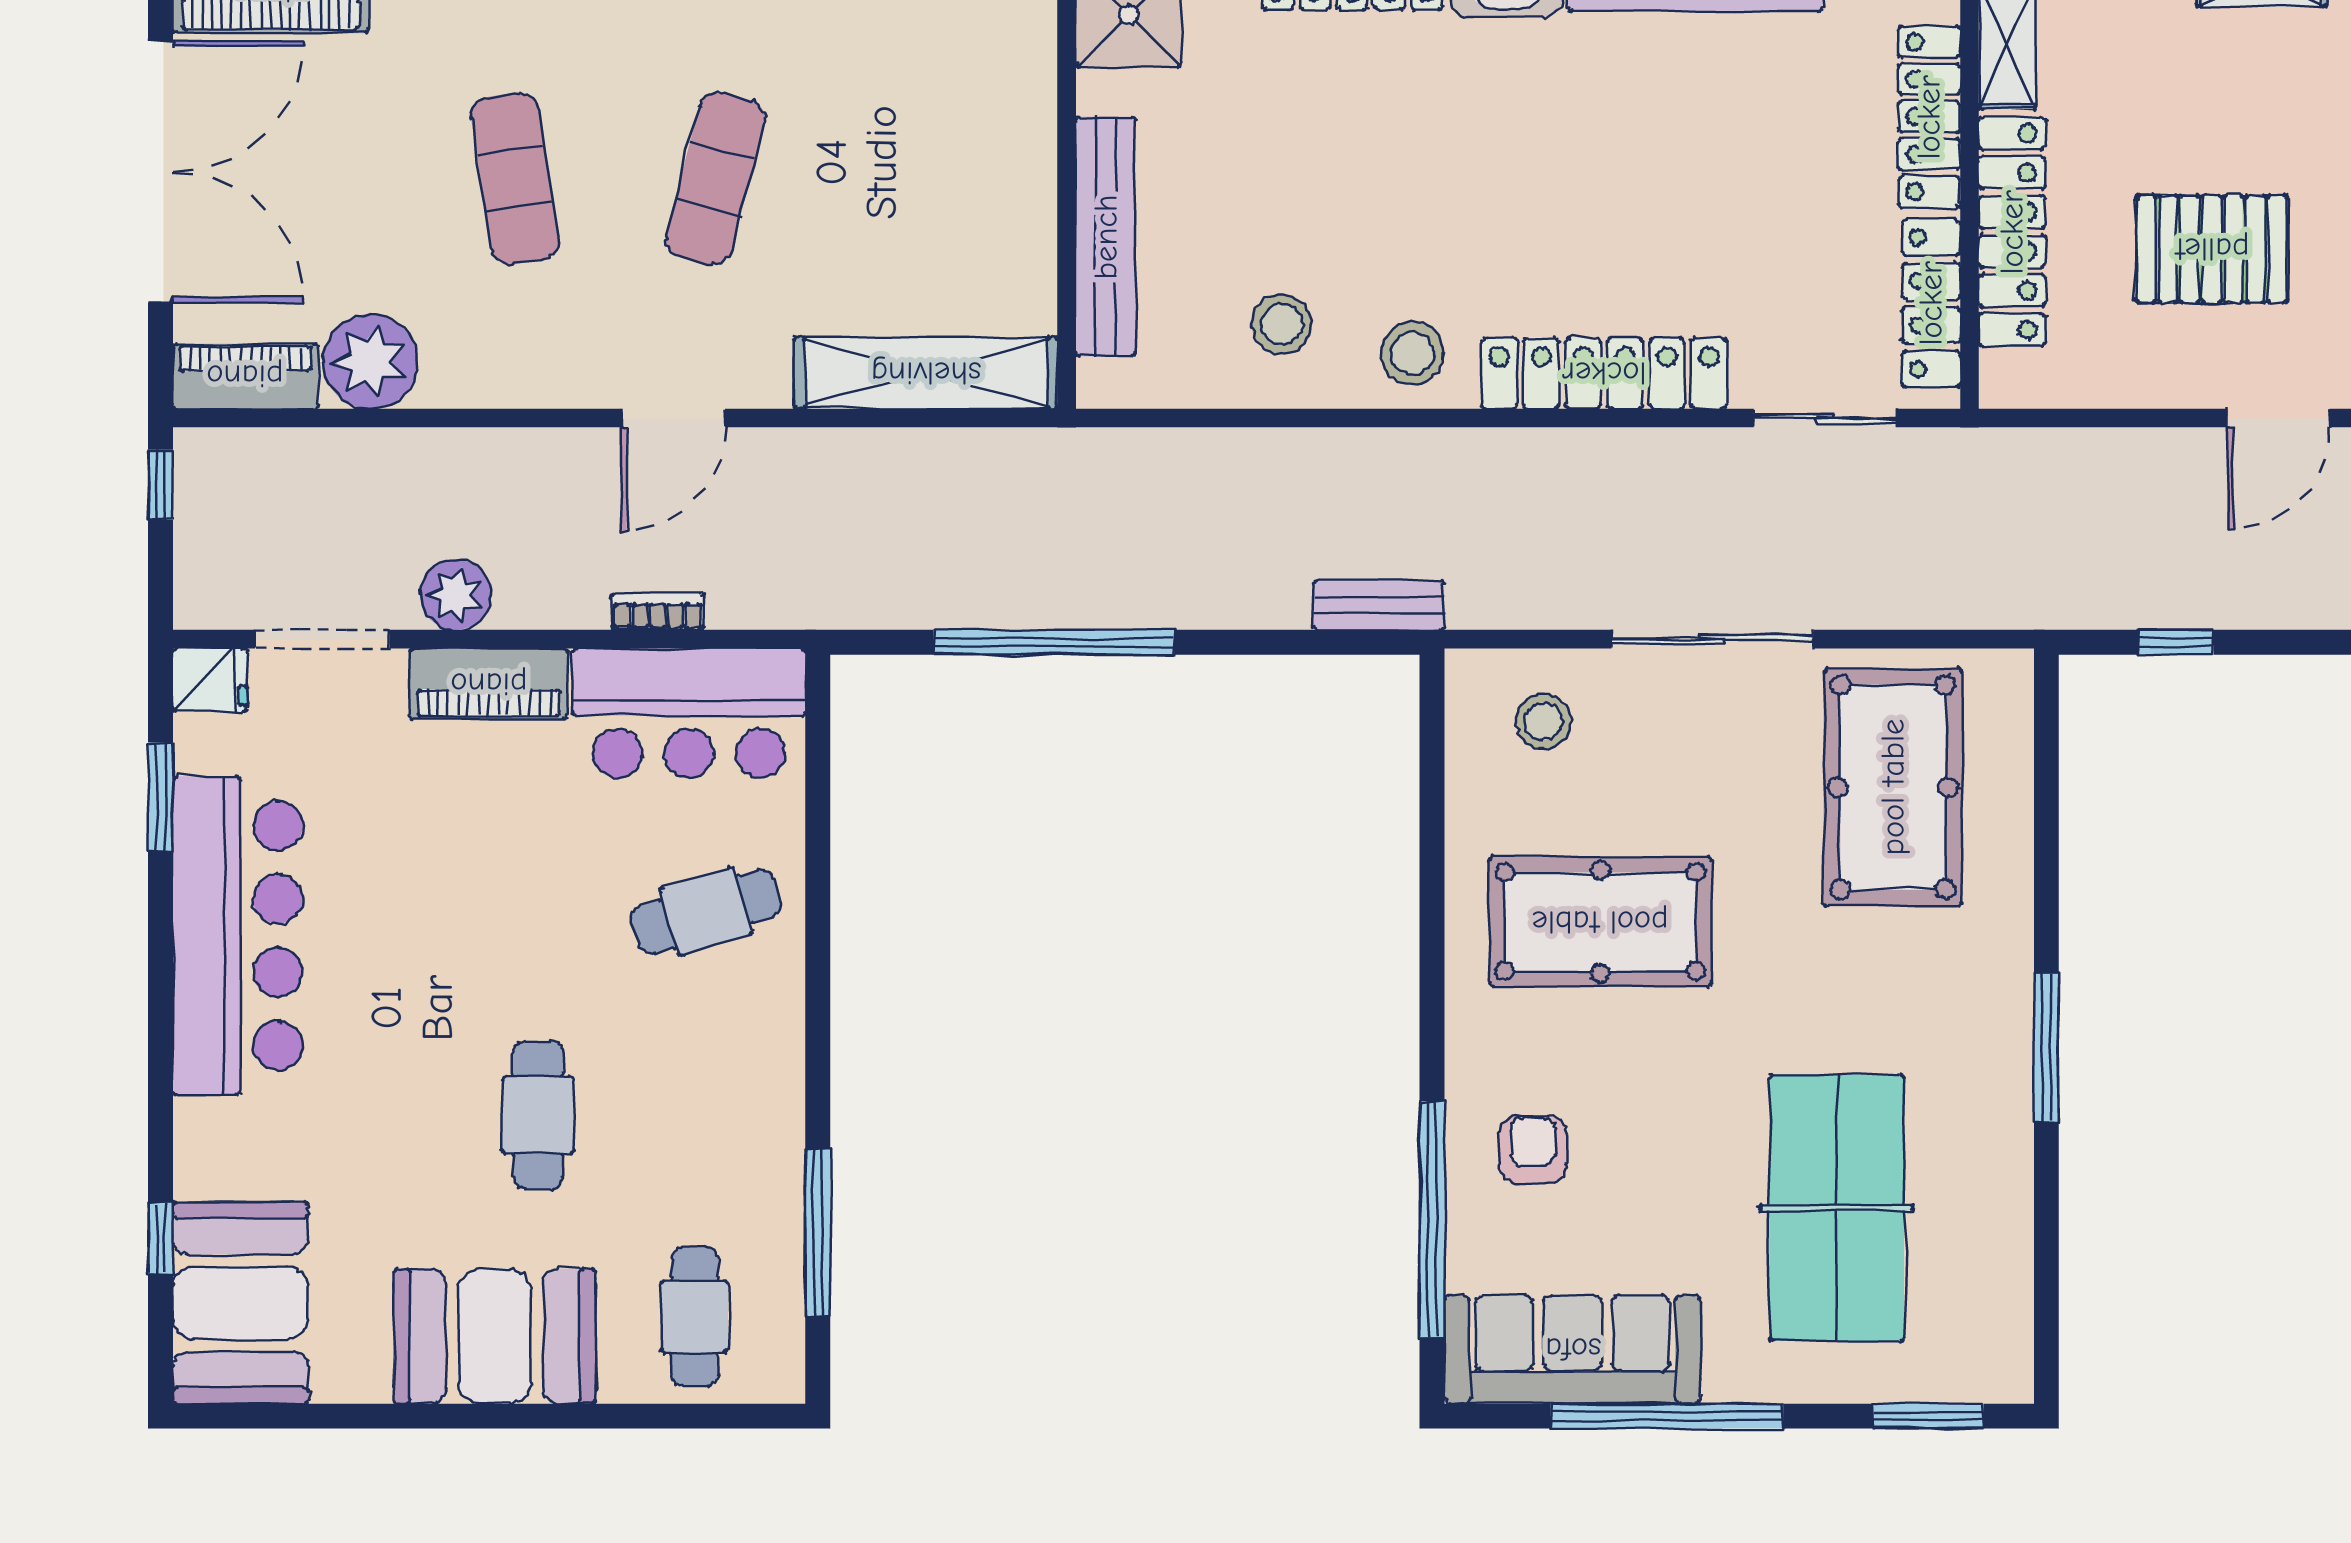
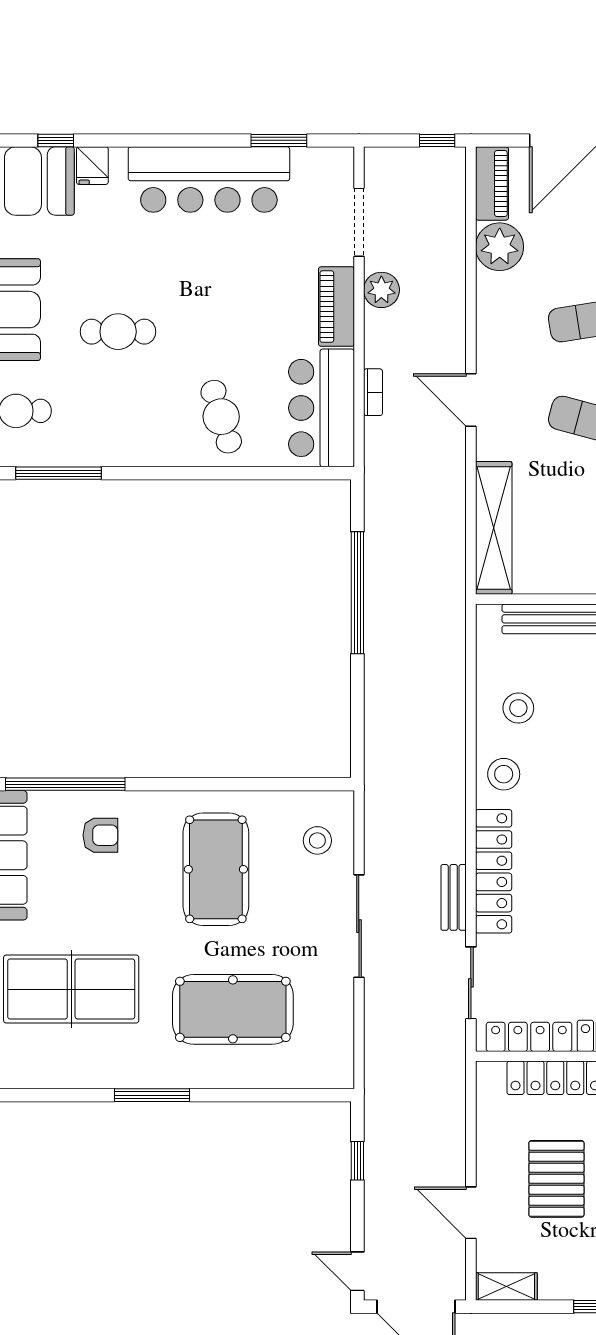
bench: (1379, 605) -> (454, 897), moved
fridge: (210, 680) -> (92, 166), moved
pool table: (1893, 787) -> (233, 1009), moved

